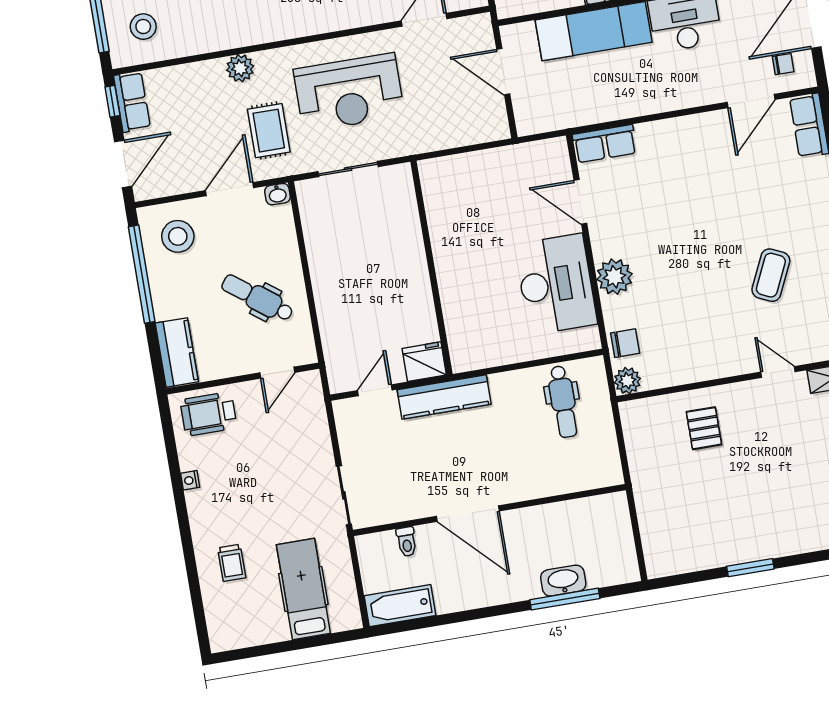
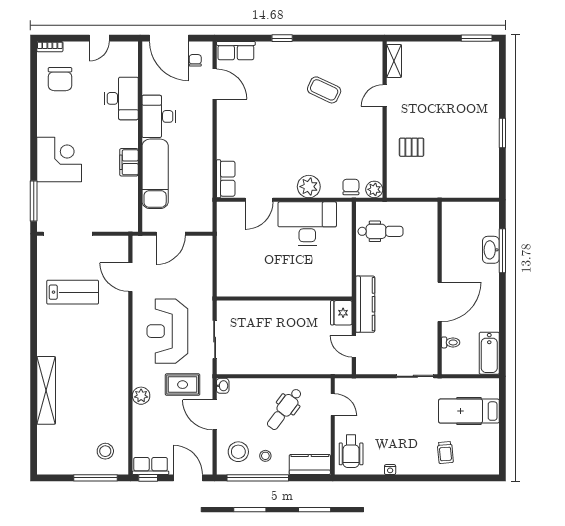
reception desk: (349, 93) -> (167, 331), turned 180
stool: (179, 280) -> (265, 456), added
trolley: (232, 563) -> (445, 452), turned 85

